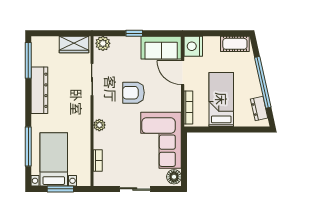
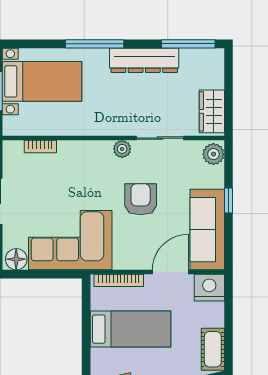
sofa: (161, 48) -> (207, 230), width x1.36
plant: (99, 125) -> (122, 149), moved
window: (28, 146) -> (95, 44), moved

